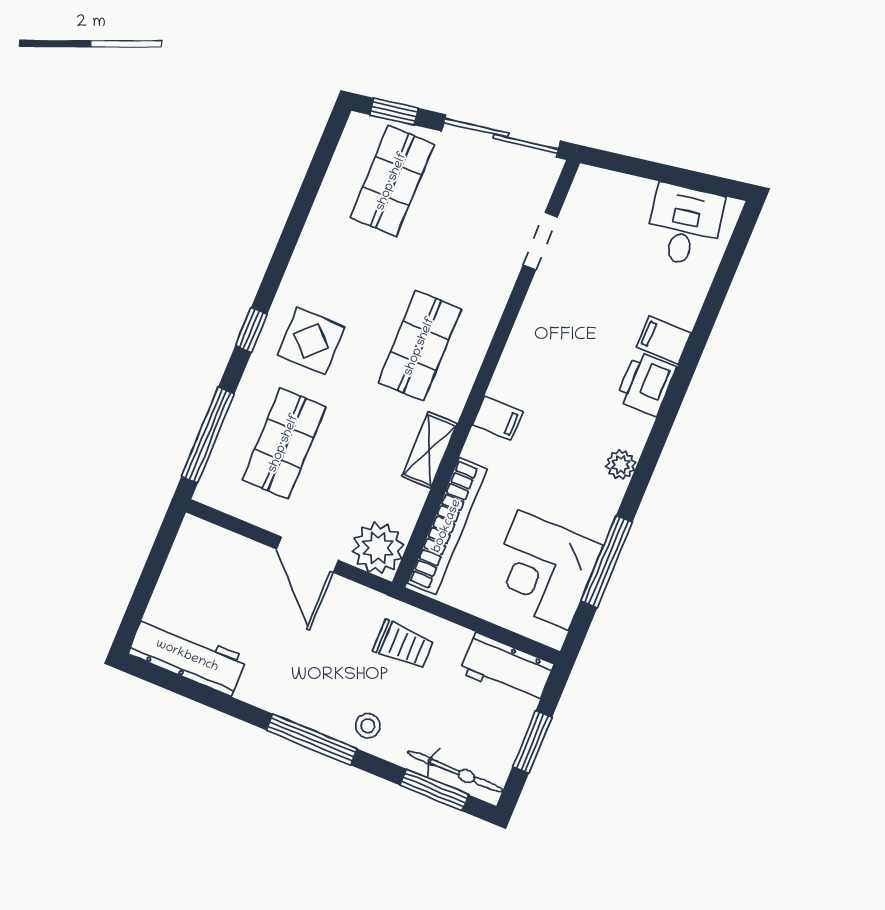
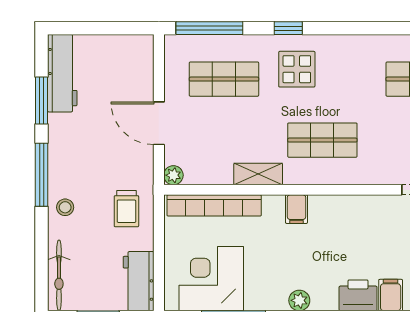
plant: (378, 548) -> (173, 175), width x0.53, depth x0.53
door: (307, 555) -> (159, 123), hinge flipped
window: (434, 790) -> (42, 101), moved

